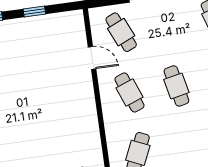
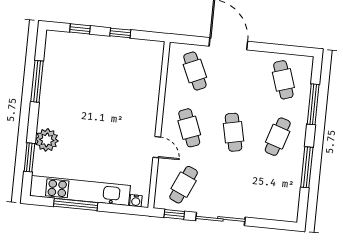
door: (92, 58) -> (157, 147), moved

